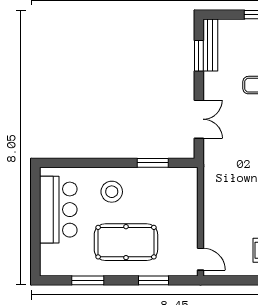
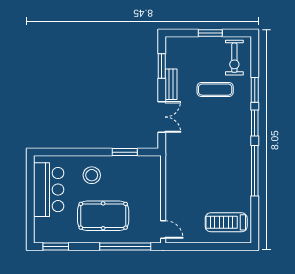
bench: (210, 45) -> (171, 84), moved, width x0.73
window: (88, 280) -> (56, 246), moved
window: (154, 280) -> (125, 246), width x2.11

